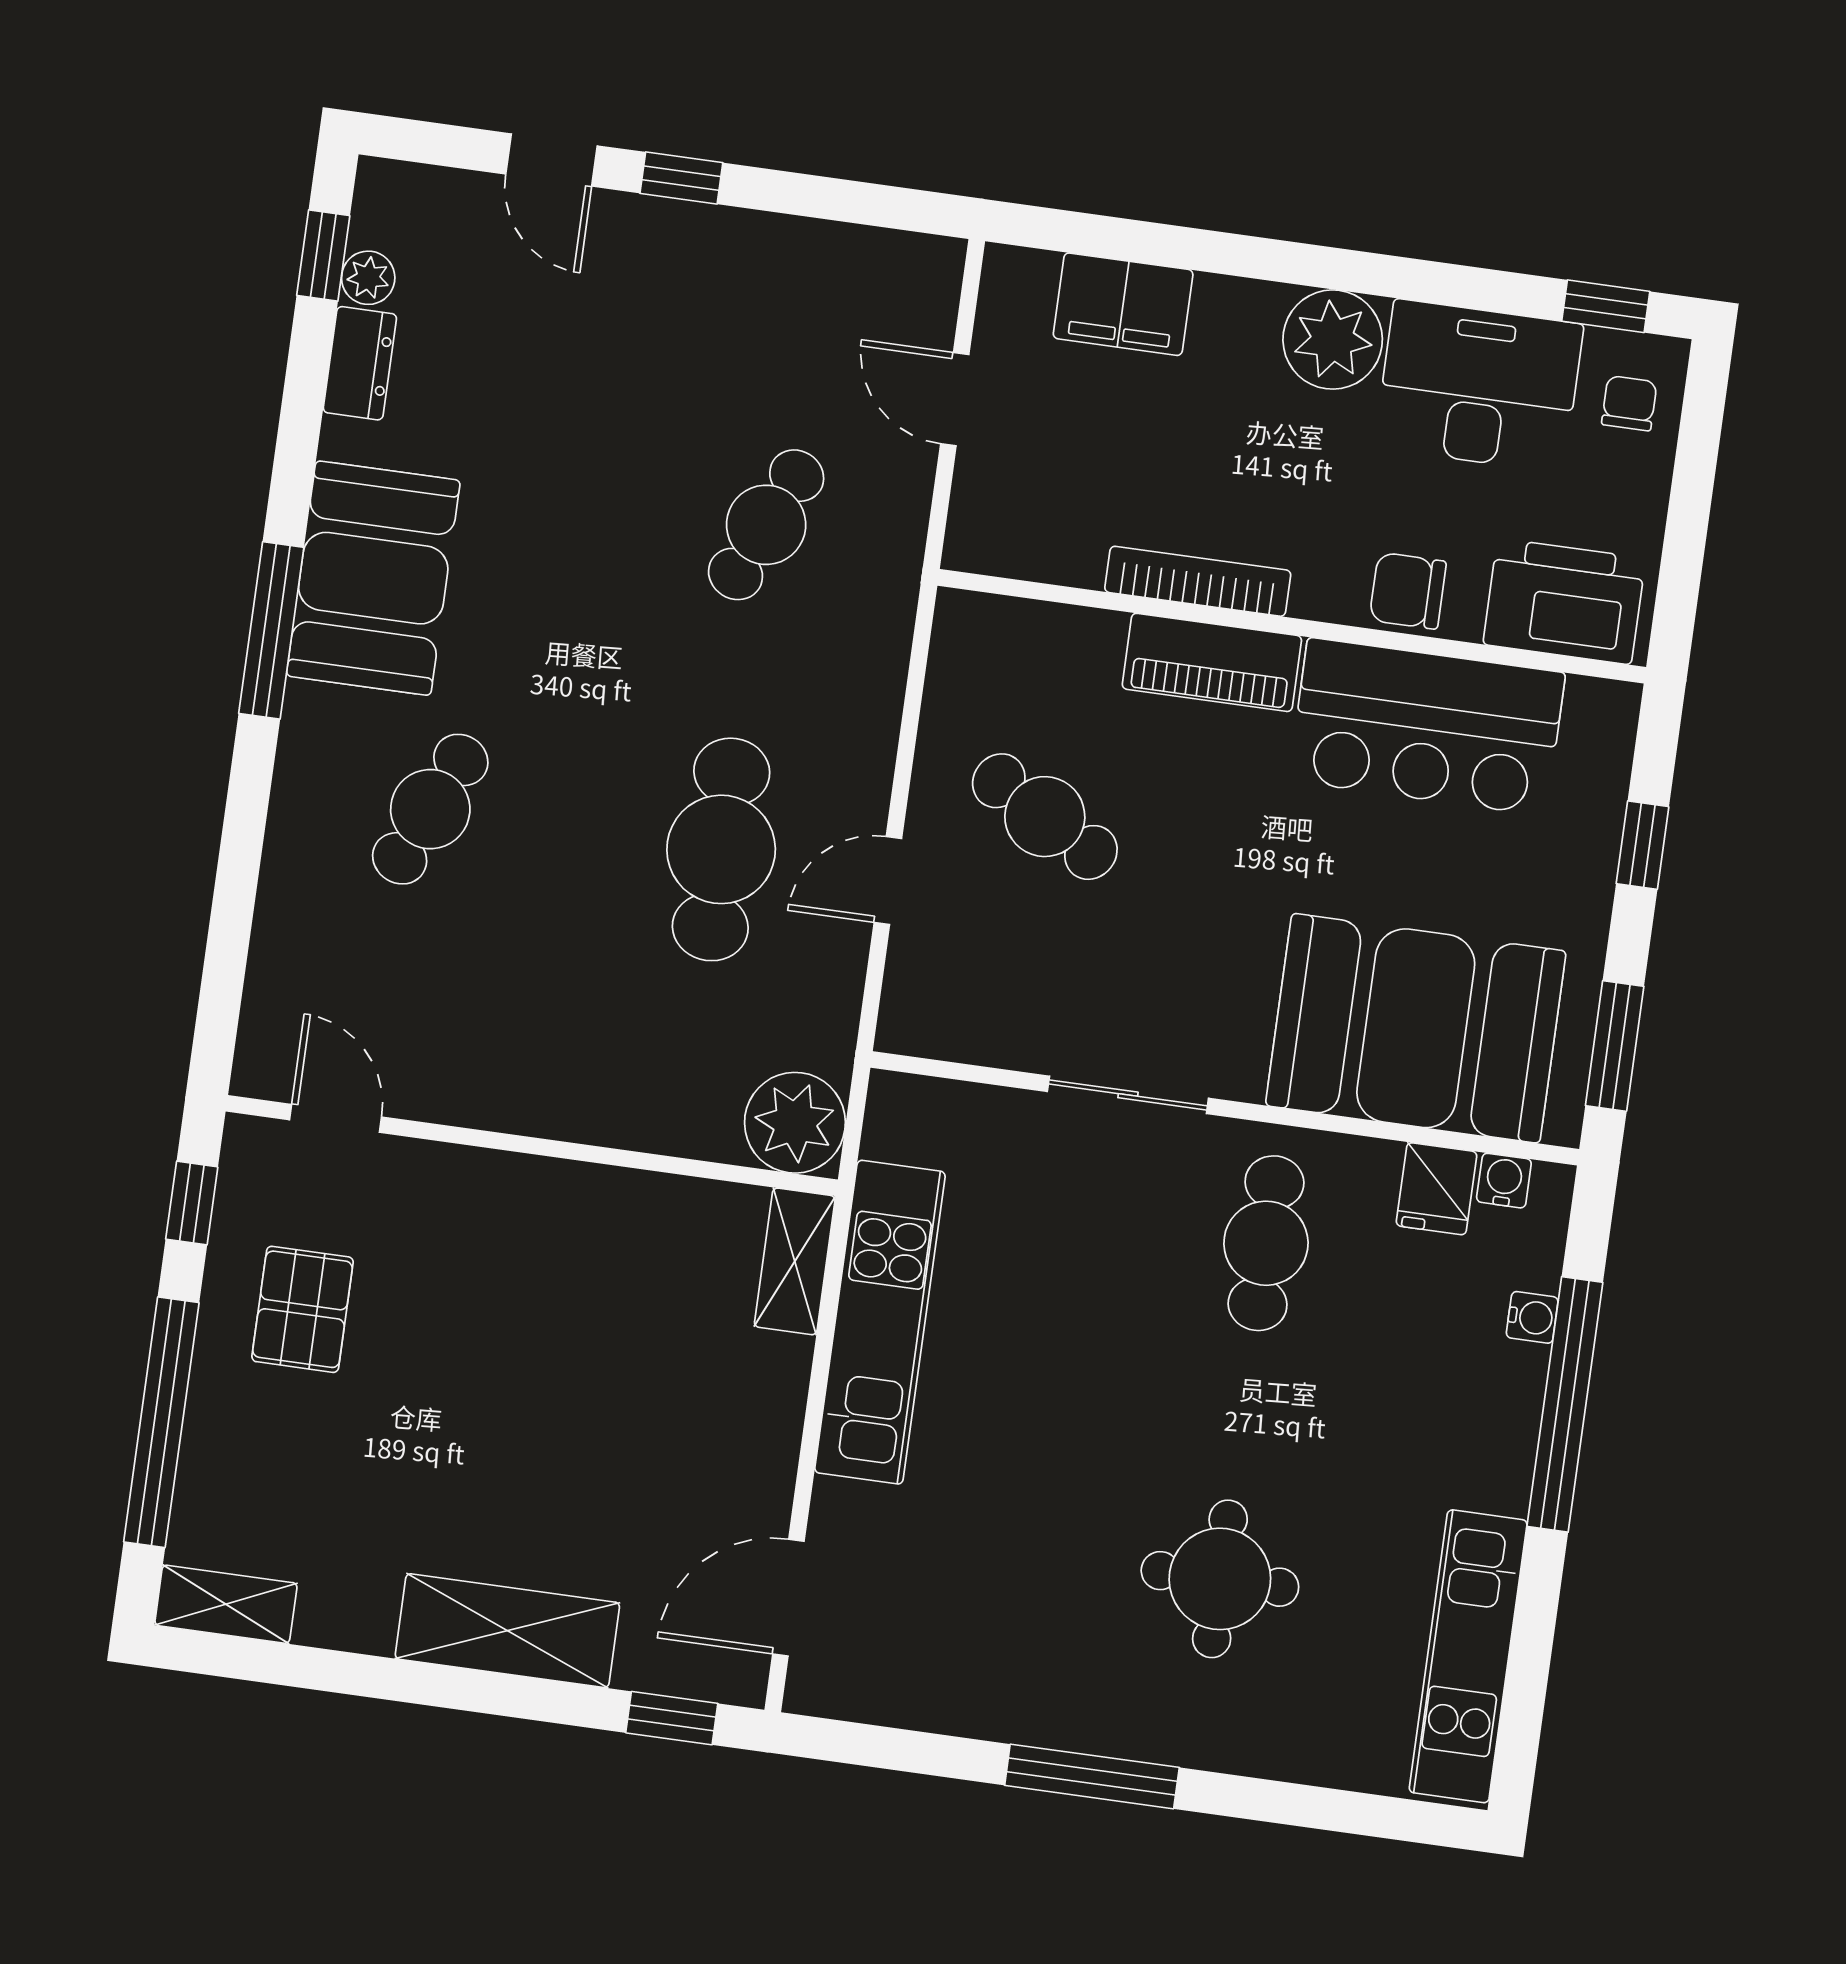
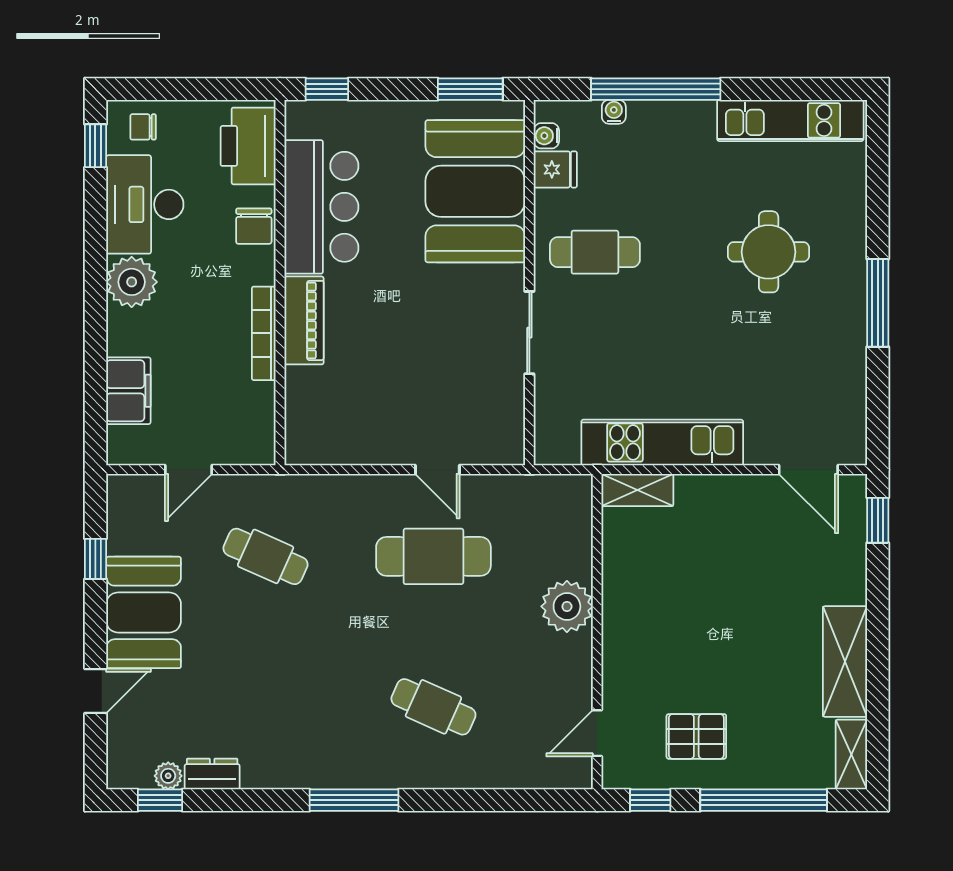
window: (681, 178) -> (95, 559), moved
booth: (373, 578) -> (144, 612), moved, turned 90
cafe table: (1045, 817) -> (394, 394), removed
window: (1642, 845) -> (327, 89), moved
plant: (795, 1123) -> (567, 606), moved
shelving: (507, 1631) -> (845, 662), moved

